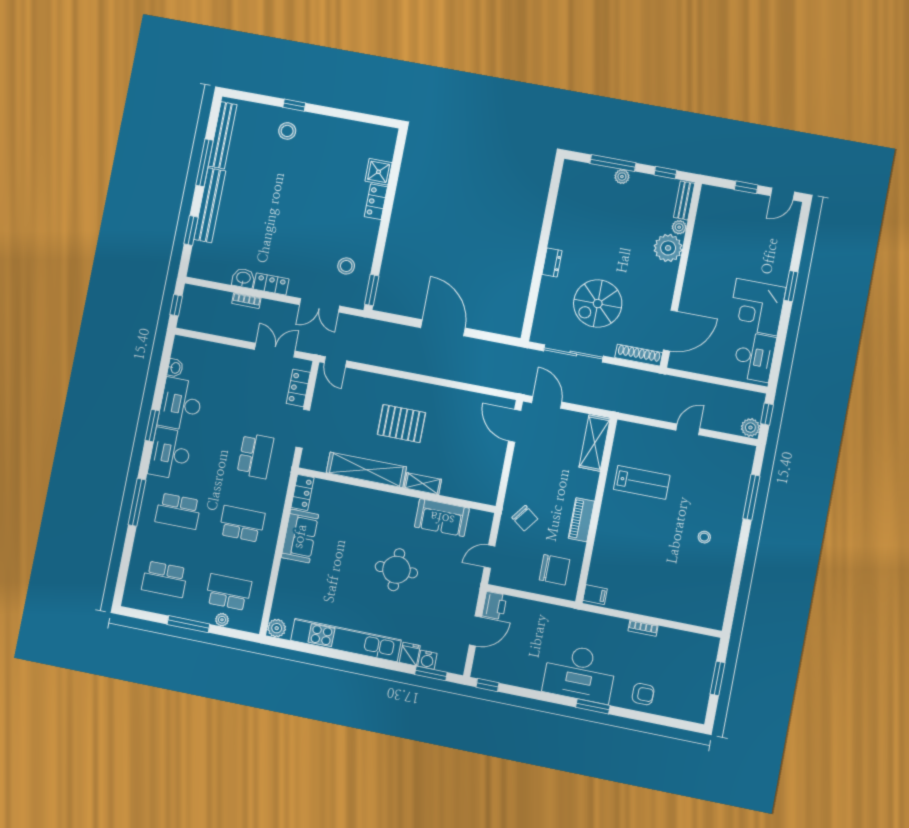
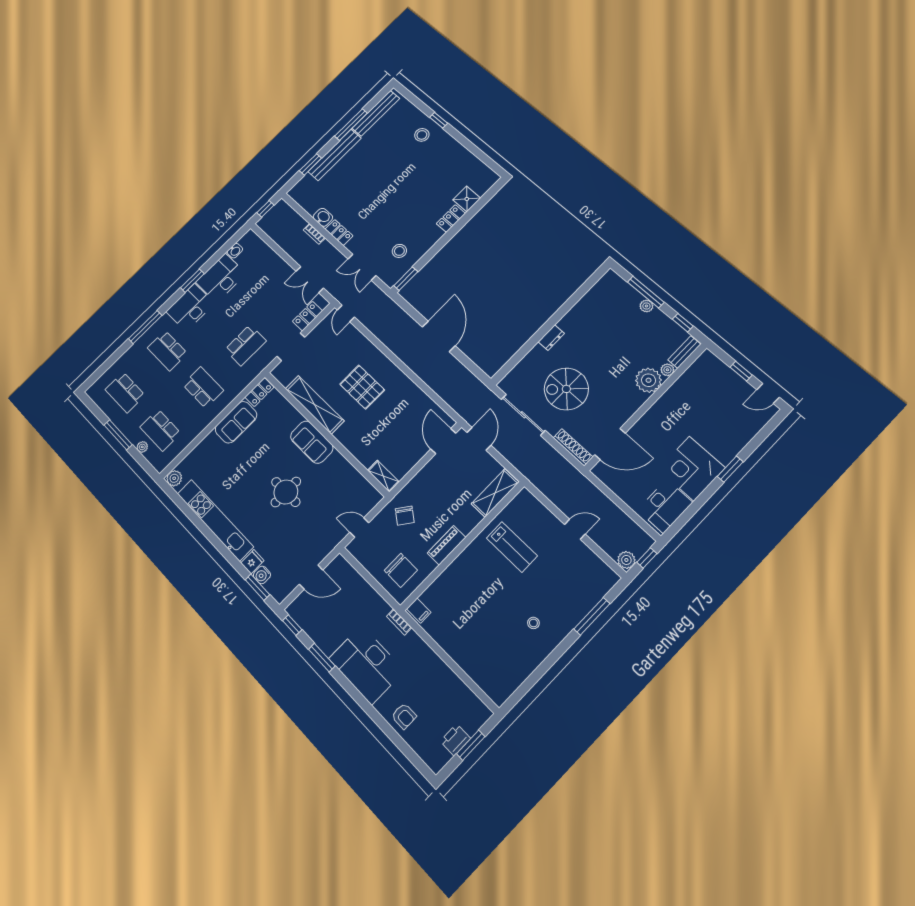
double door: (275, 350) -> (310, 280), swing flipped
shelving: (423, 484) -> (383, 476), moved
sofa: (442, 518) -> (312, 442), moved
school desk: (228, 592) -> (160, 430), turned 180
printer: (494, 606) -> (455, 740), moved, turned 180
bookcase: (643, 628) -> (399, 622), moved
window: (593, 706) -> (322, 658), moved

